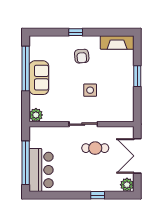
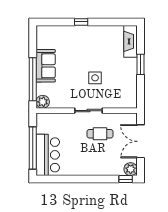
fireplace: (117, 43) -> (131, 41), moved, turned 90
armchair: (82, 56) -> (87, 45), removed
window: (26, 68) -> (33, 79), moved
window: (98, 195) -> (126, 179), moved

